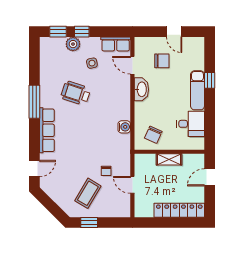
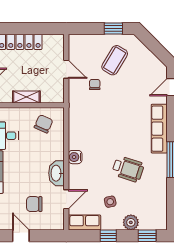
window: (82, 32) -> (108, 236), moved
door: (132, 65) -> (66, 199), hinge flipped
water cooler: (124, 127) -> (75, 157), moved

